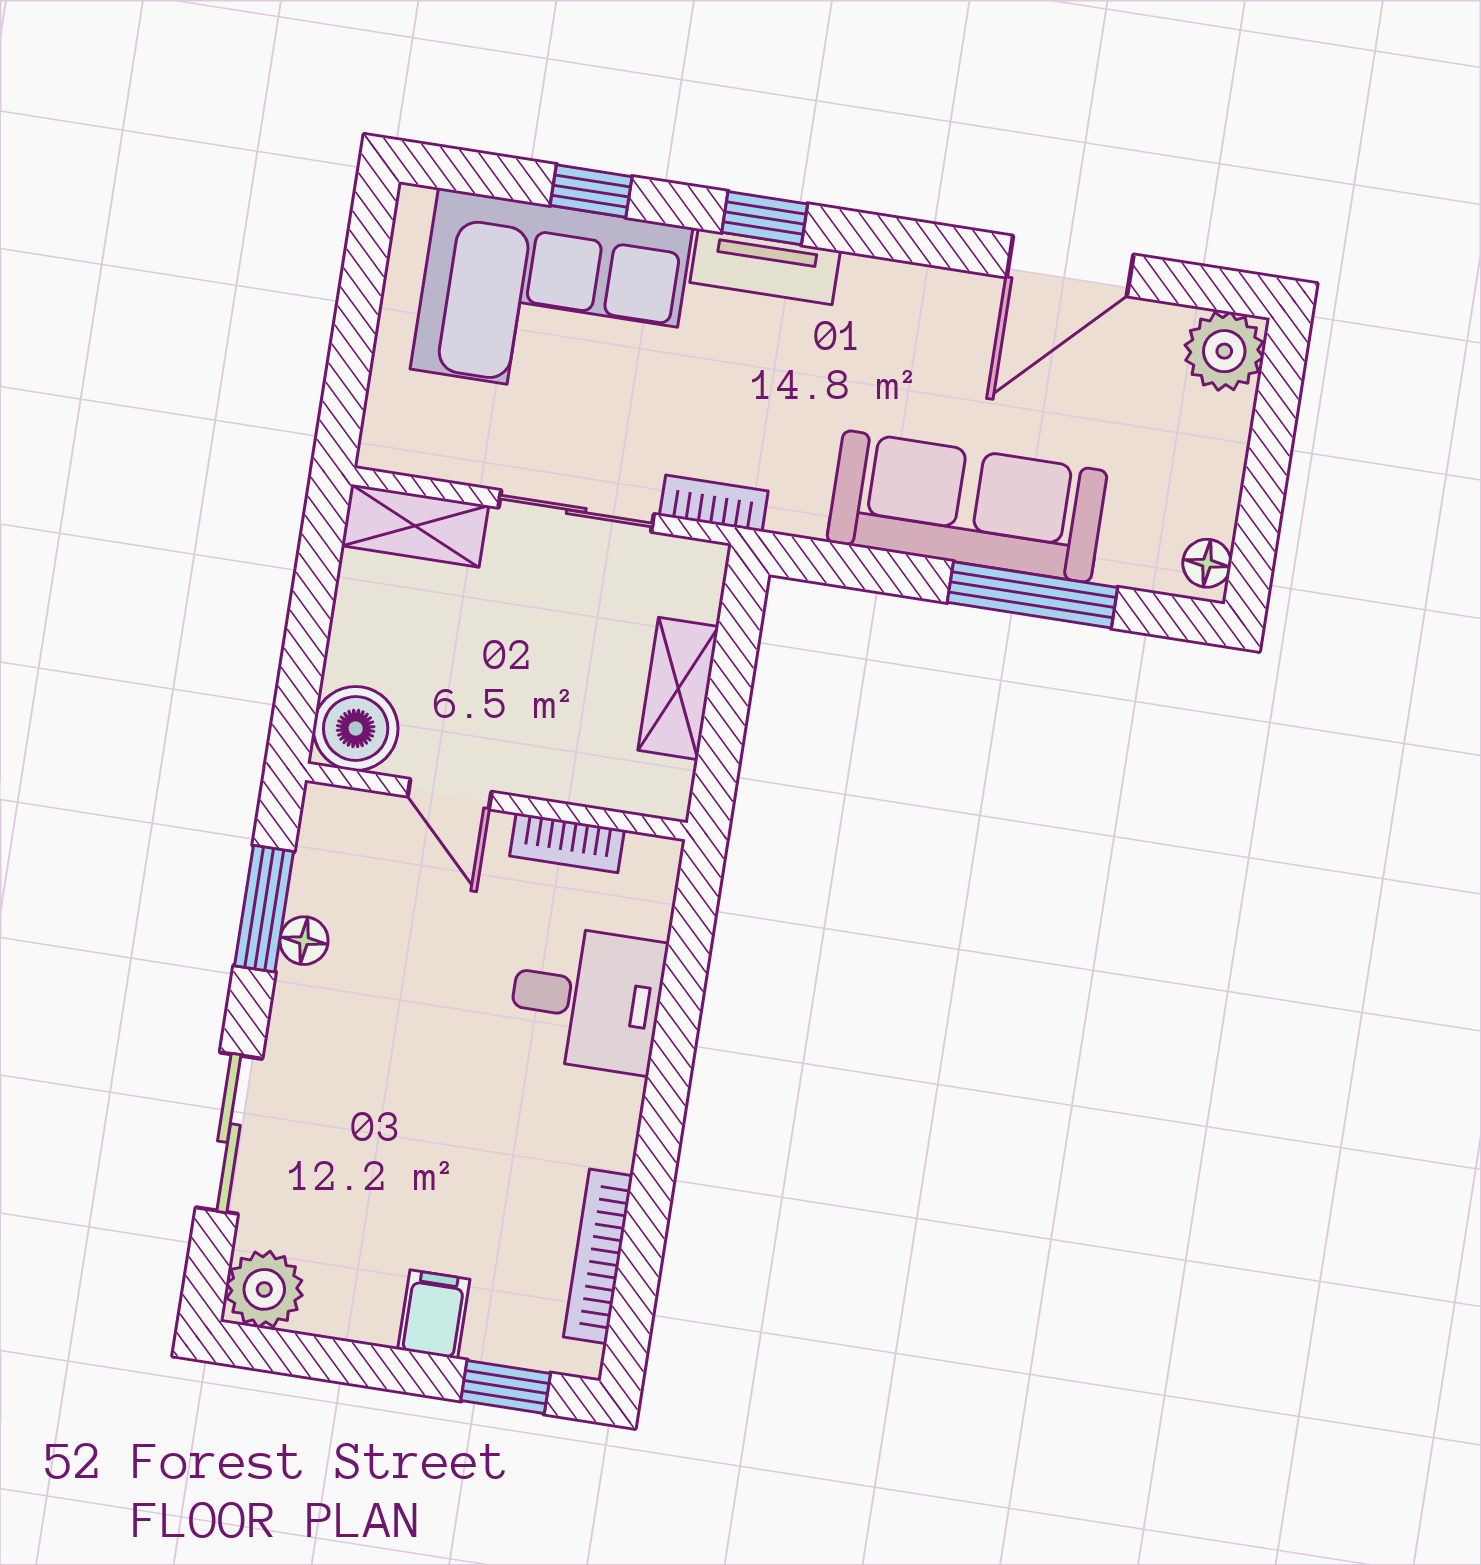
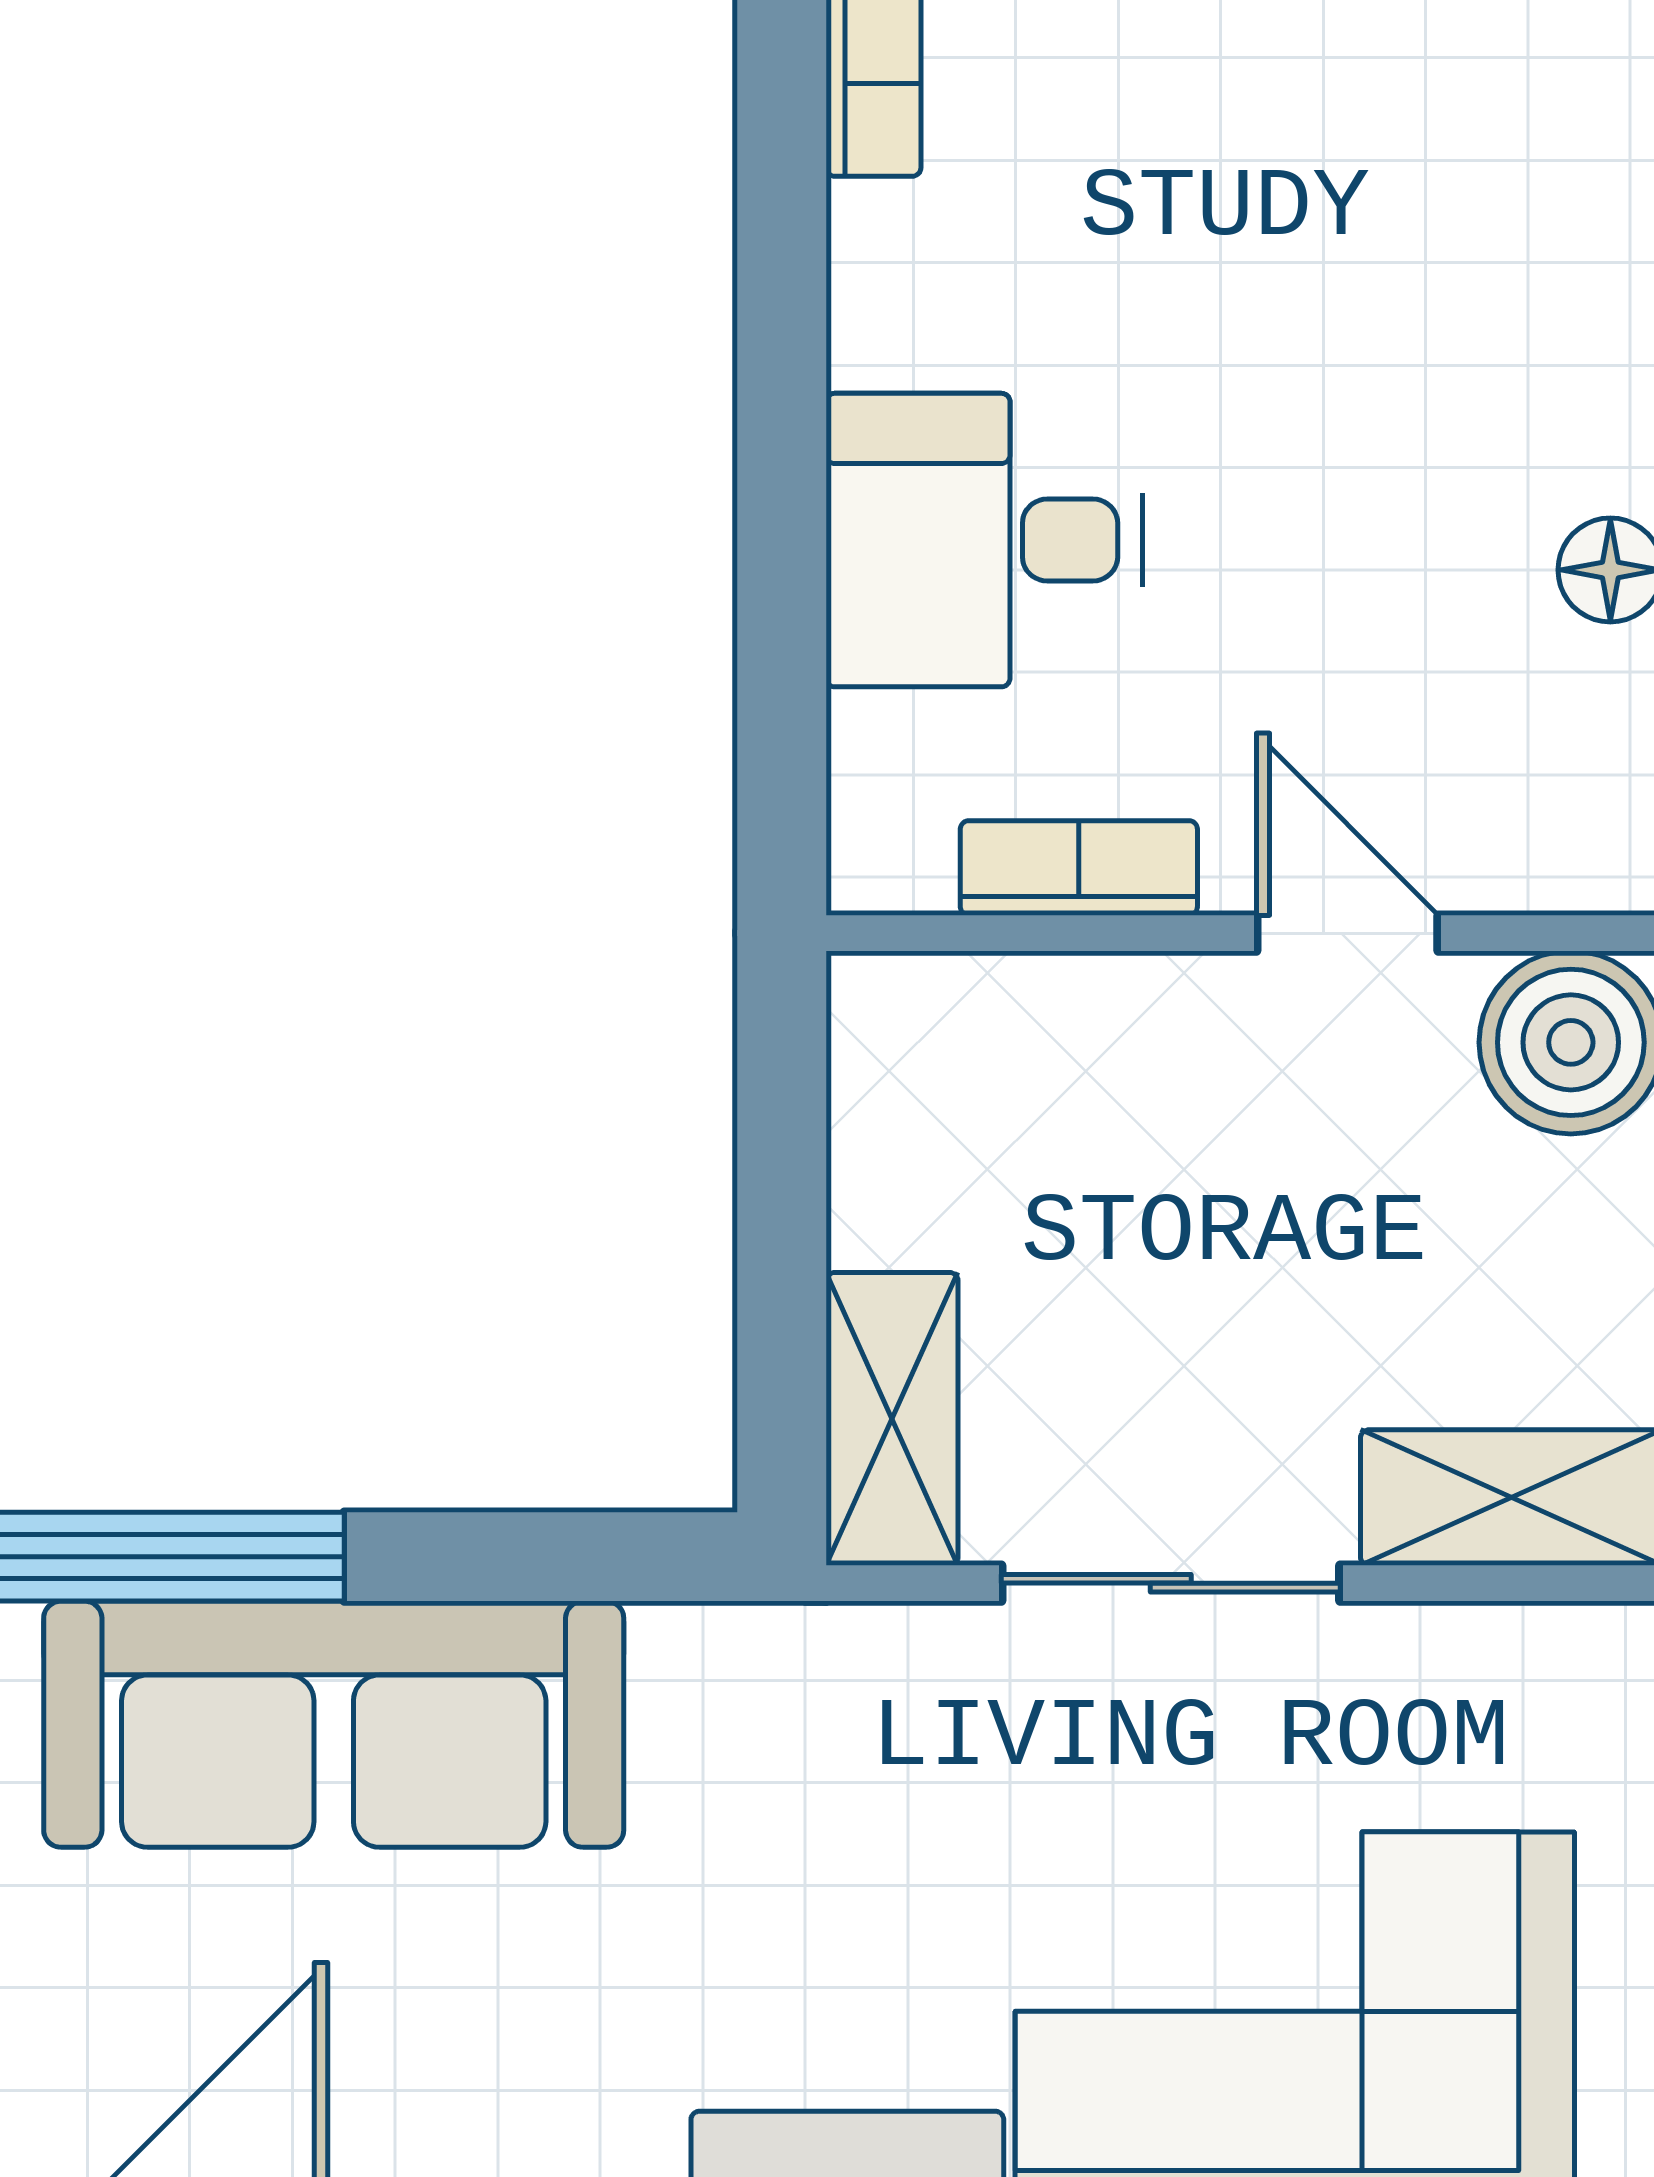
bookcase: (714, 503) -> (878, 1646), removed
shelving: (678, 688) -> (892, 1419), moved

